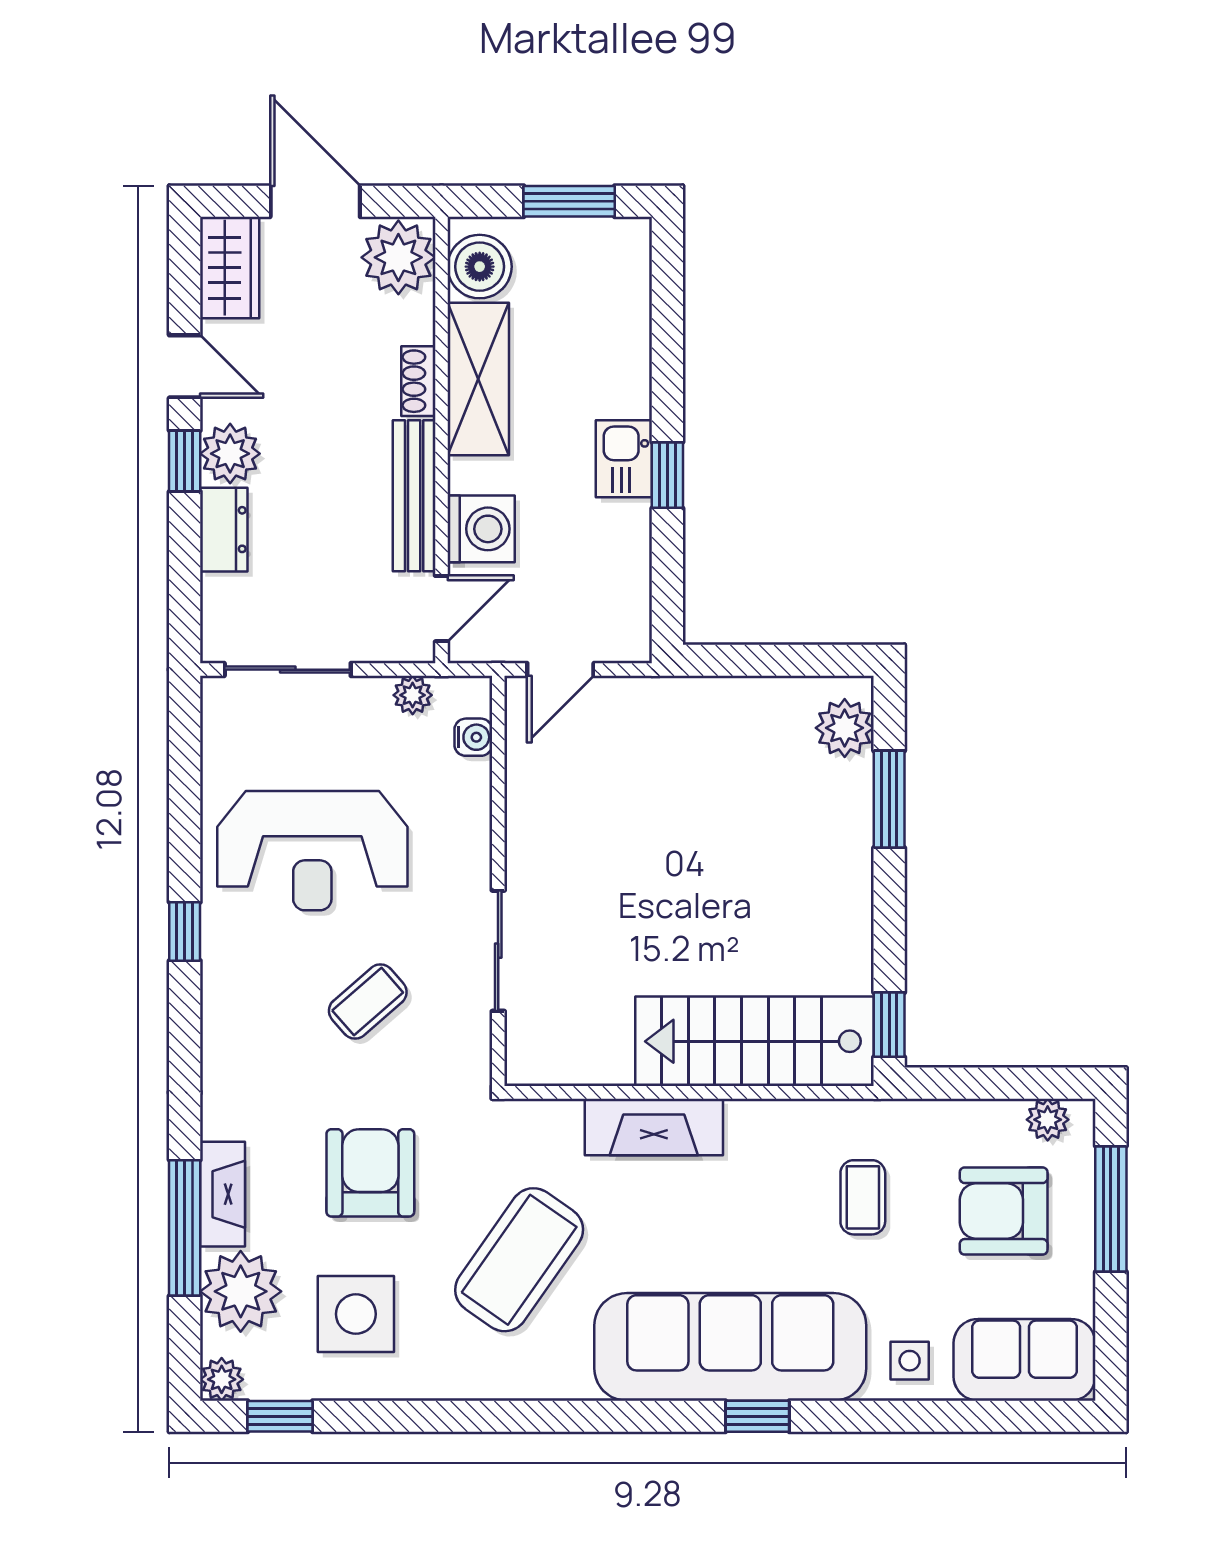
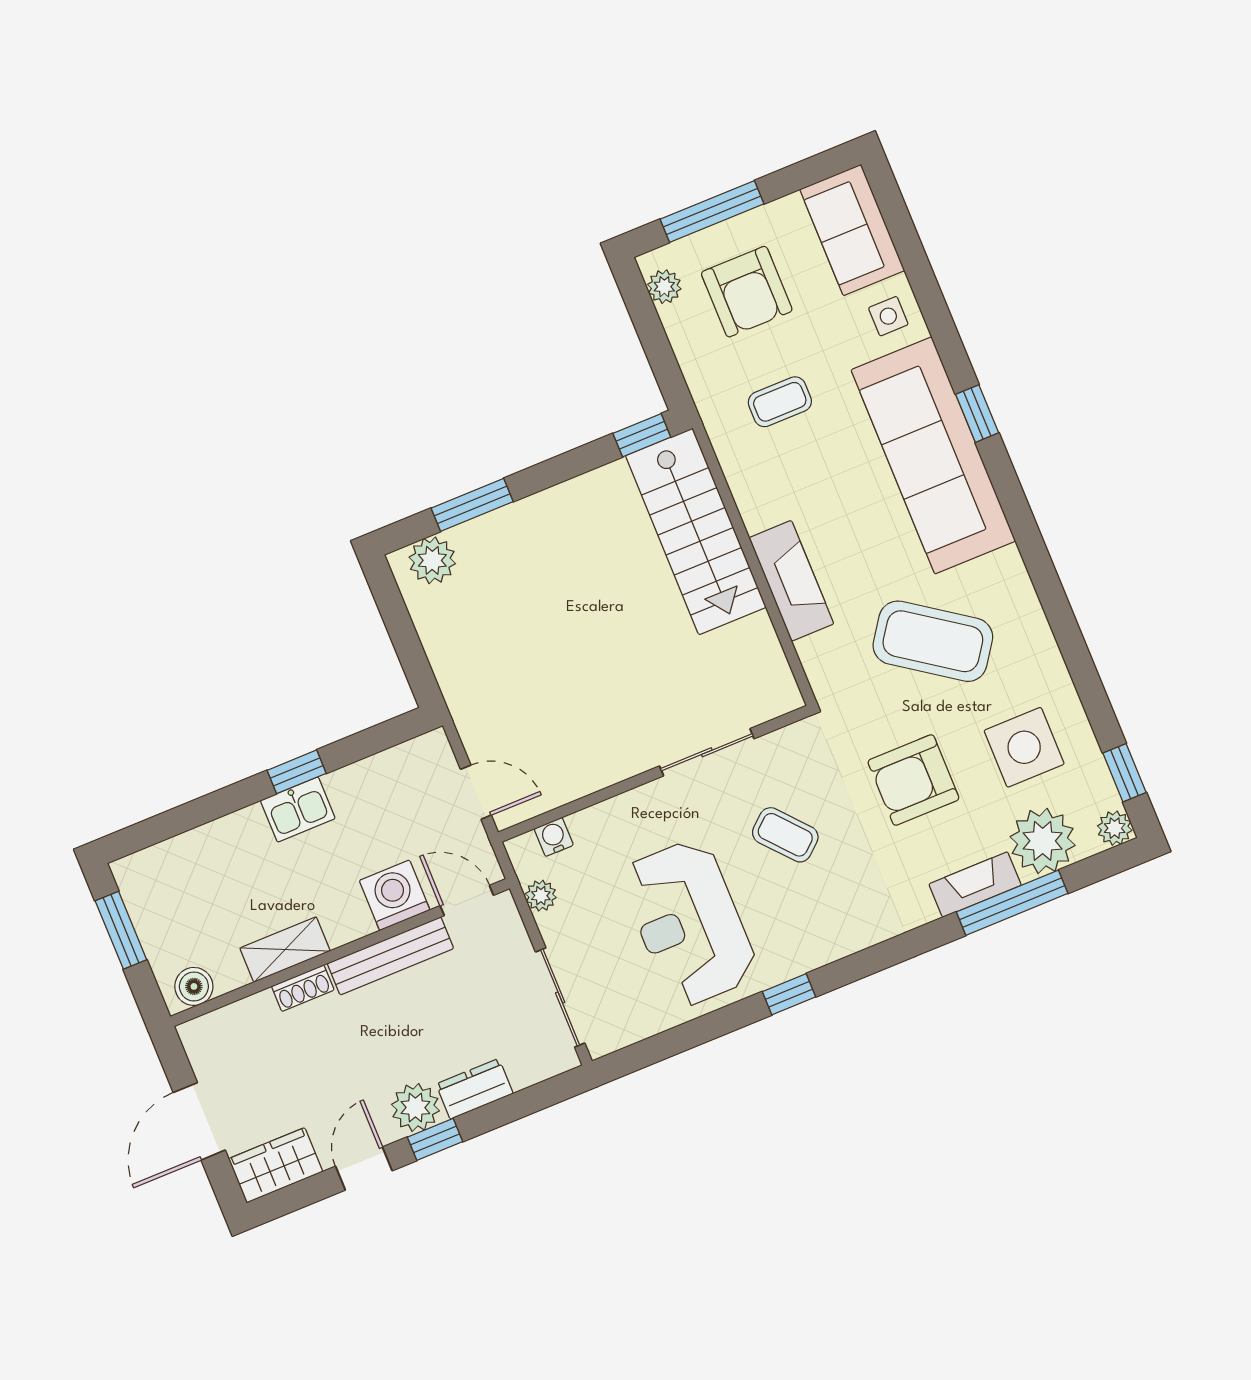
plant: (398, 257) -> (216, 1041), removed
boiler: (480, 267) -> (194, 986), width x0.73, depth x0.73
shelving: (478, 379) -> (285, 950), width x0.67, depth x0.75
reception desk: (312, 851) -> (689, 923), turned 180

